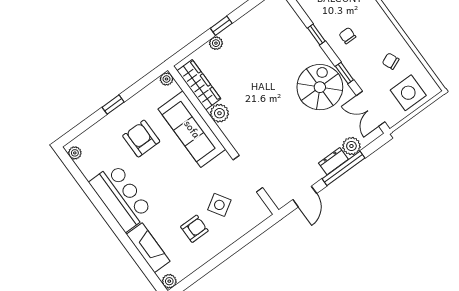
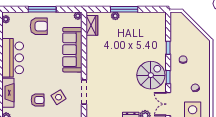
window: (221, 26) -> (124, 9), width x2.17
wardrobe: (199, 85) -> (92, 25), width x0.67
window: (113, 105) -> (42, 9), width x2.17
plant: (219, 113) -> (92, 52), removed
armchair: (141, 139) -> (39, 26), moved, turned 90

